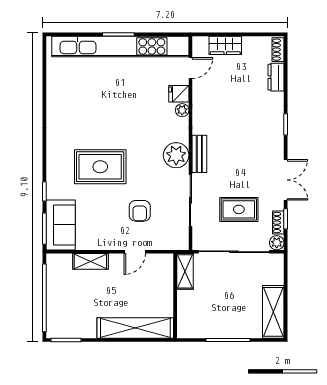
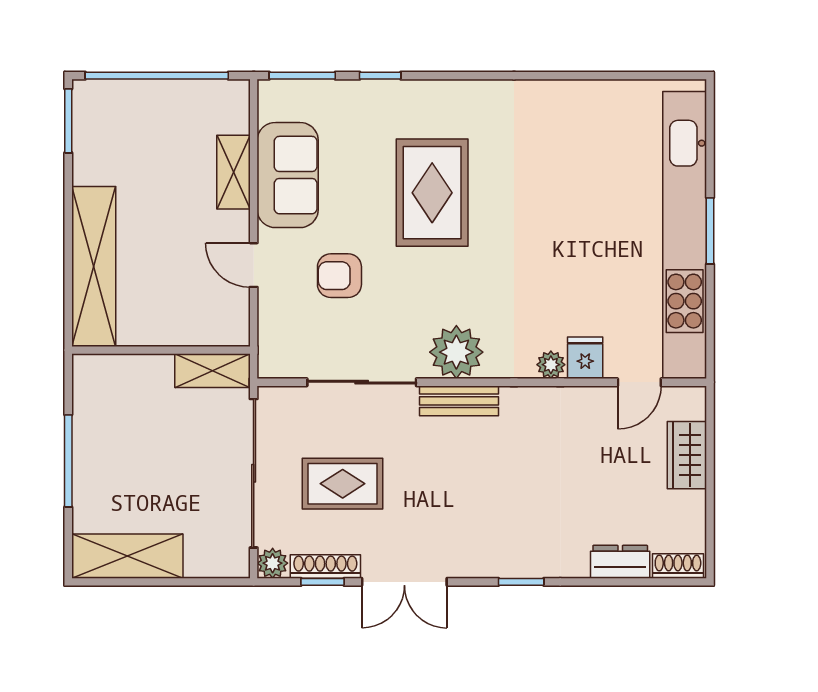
door: (190, 68) -> (639, 382), hinge flipped
rug: (239, 209) -> (343, 484), turned 90
shoe rack: (278, 223) -> (325, 566), width x1.43
sofa: (61, 225) -> (288, 175), moved, turned -90

